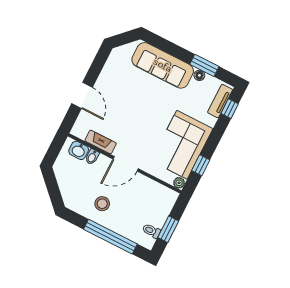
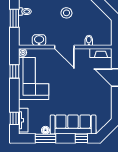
window: (161, 44) -> (81, 138), added
fireplace: (101, 142) -> (101, 53), moved
washbasin: (79, 150) -> (39, 40), moved
door: (126, 164) -> (64, 47), swing flipped

